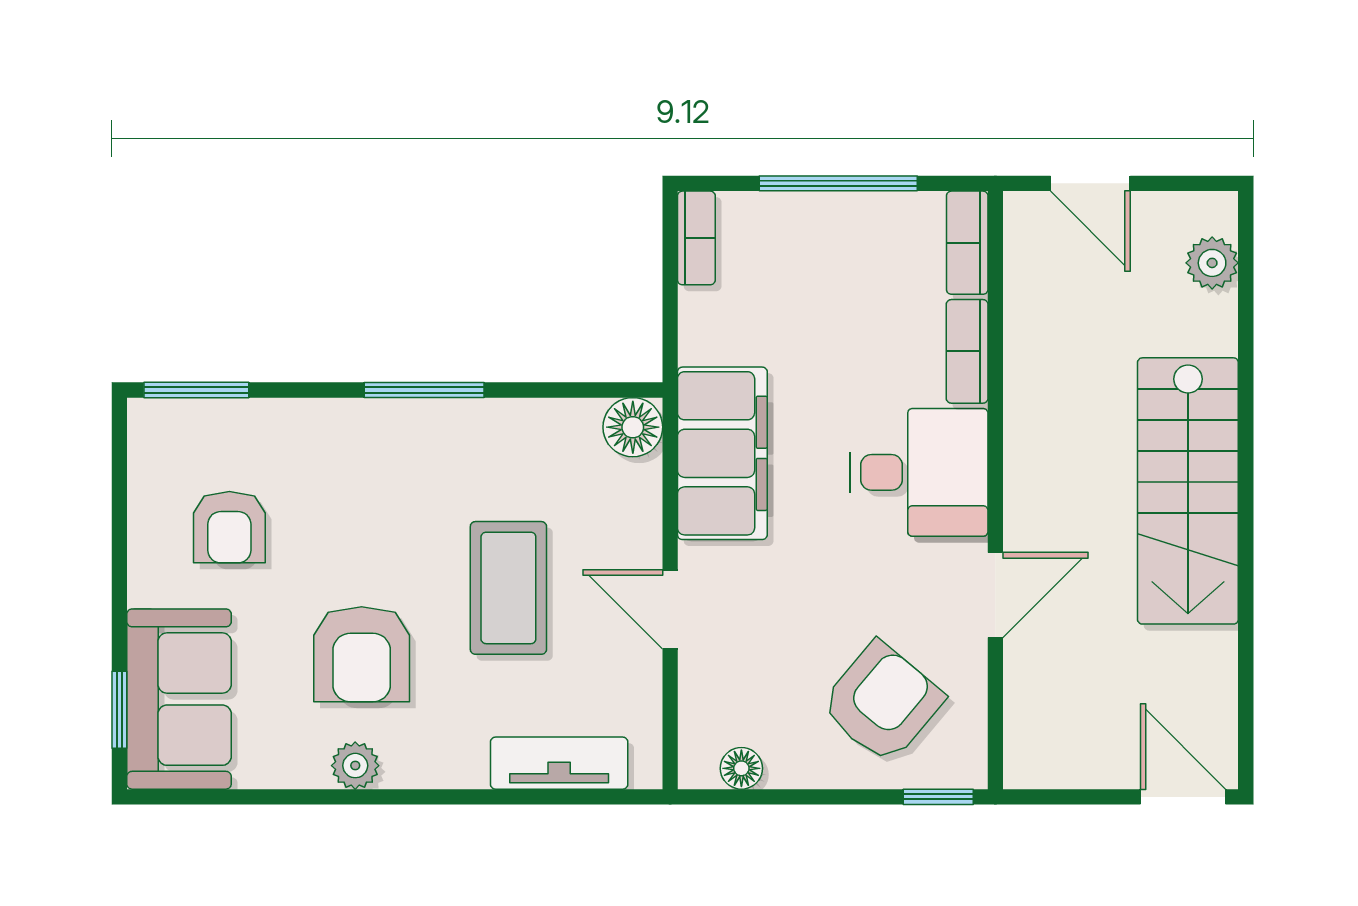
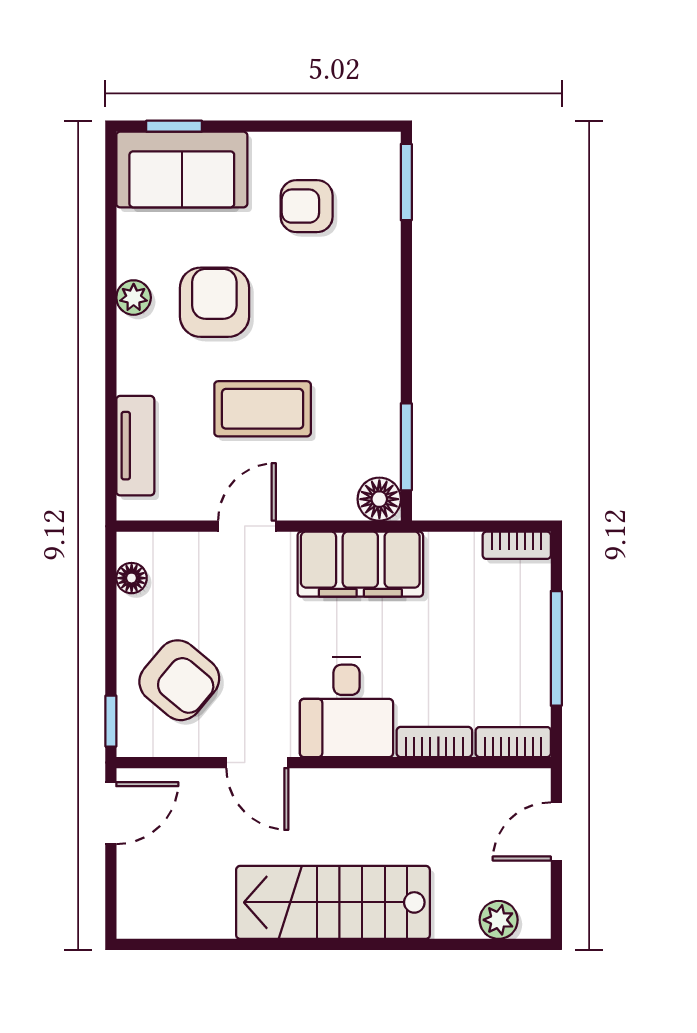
window: (424, 390) -> (406, 447), moved
armchair: (362, 654) -> (214, 302), turned 90
door: (1183, 797) -> (111, 813), moved

